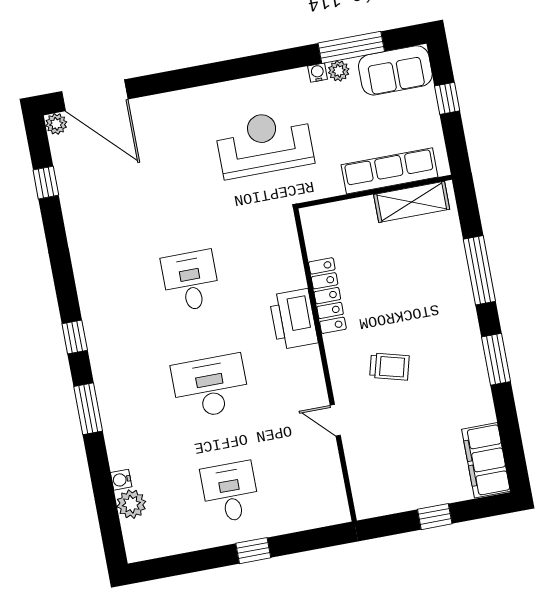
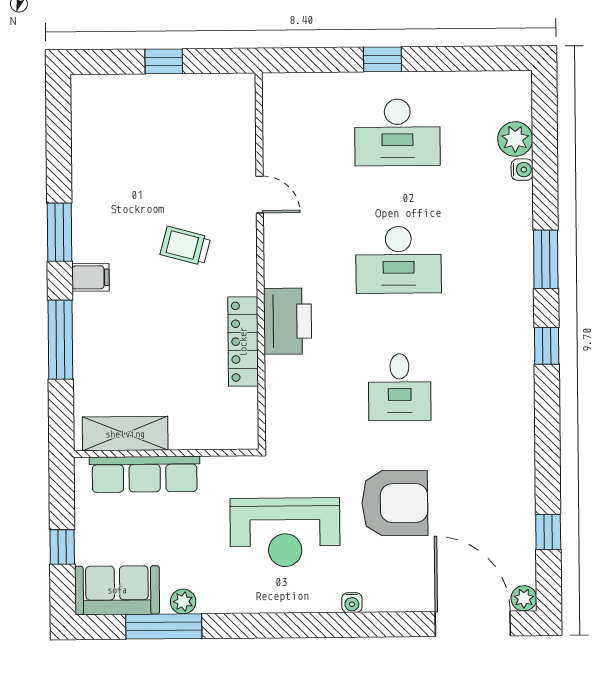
water cooler: (318, 73) -> (352, 603), moved
armchair: (177, 184) -> (395, 503), added
filing cabinet: (486, 460) -> (91, 277), moved, width x0.33, depth x0.86
desk: (230, 492) -> (397, 132), width x1.37

